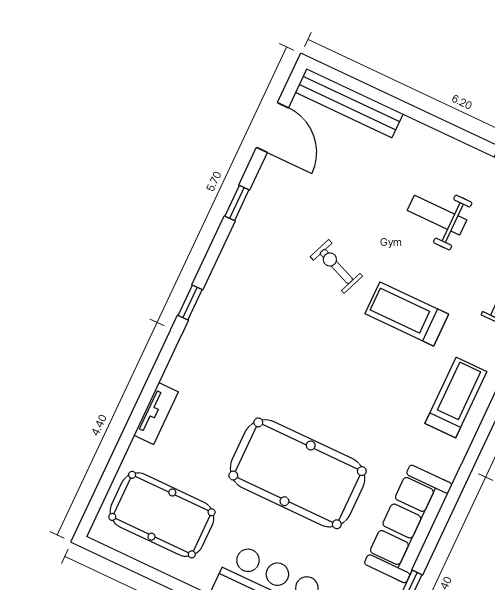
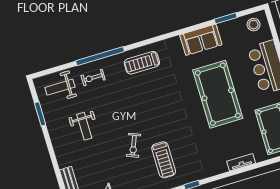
treadmill: (407, 314) -> (164, 160), moved
sofa: (408, 524) -> (201, 40), width x0.73

